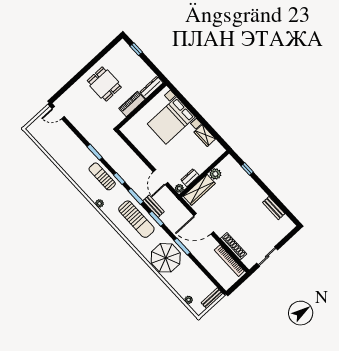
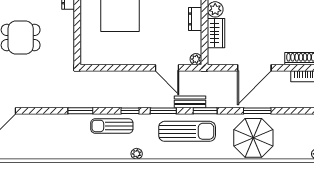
piano: (132, 104) -> (67, 28), removed
dresser: (190, 178) -> (195, 19), moved
wardrobe: (199, 190) -> (216, 33), width x0.67

